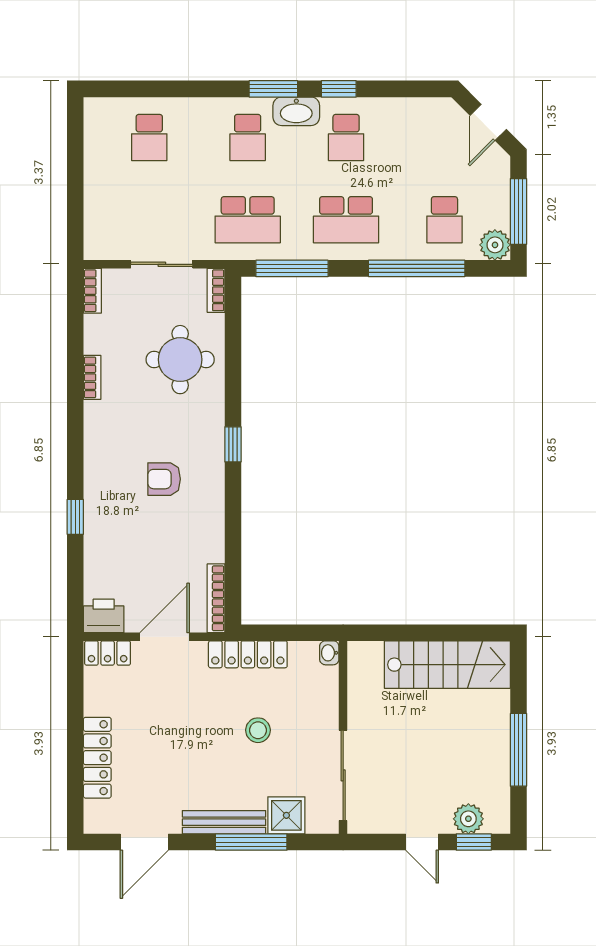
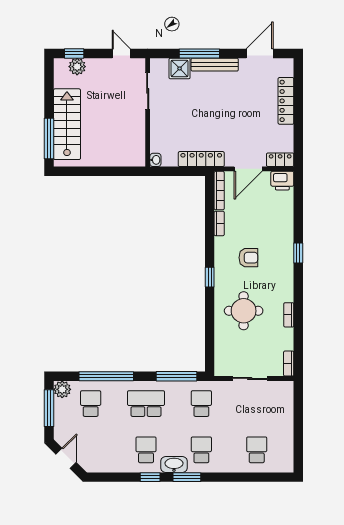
school desk: (248, 220) -> (201, 404), width x0.54
bookcase: (216, 290) -> (219, 223), moved
round table: (180, 360) -> (244, 311), moved
window: (75, 517) -> (298, 253), moved
stairs: (447, 665) -> (67, 124), moved, turned 90
stool: (258, 730) -> (196, 116), removed
window: (518, 750) -> (49, 138), moved
sliding door: (343, 775) -> (148, 91), width x0.73
door: (422, 842) -> (121, 53), moved

